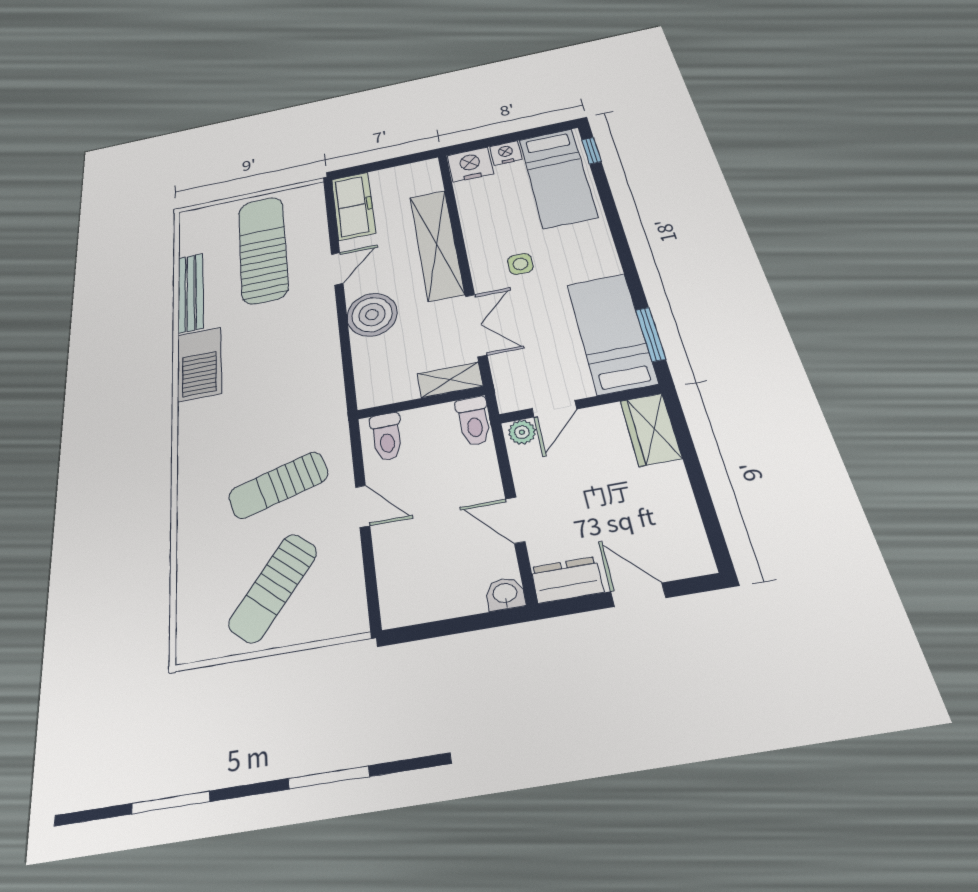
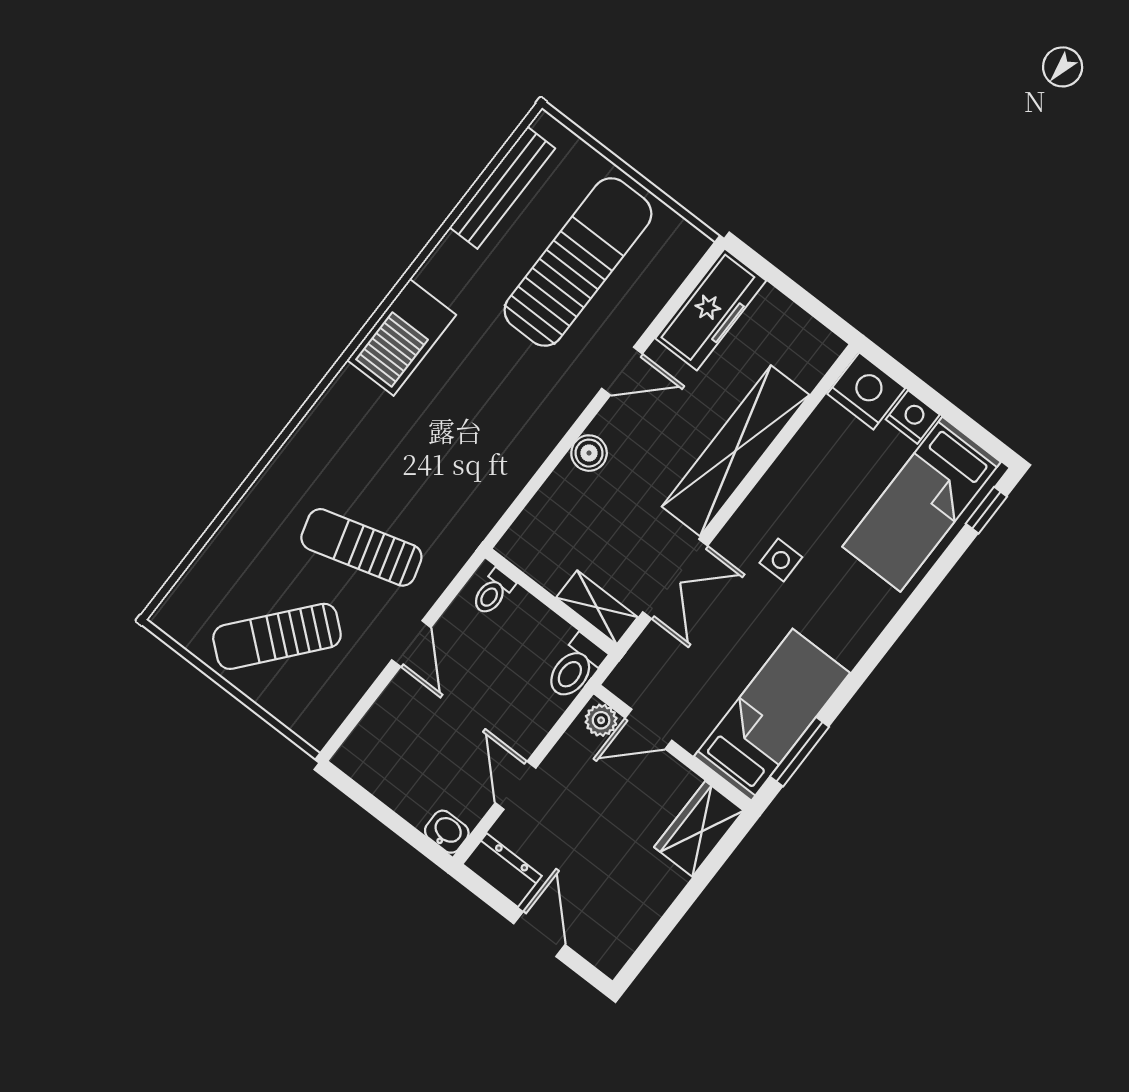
bench: (191, 292) -> (502, 188), moved
boiler: (372, 315) -> (589, 453), width x0.54, depth x0.54
toilet: (387, 437) -> (493, 592), width x0.73, depth x0.72

